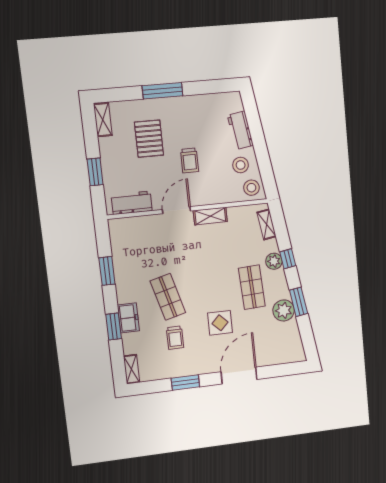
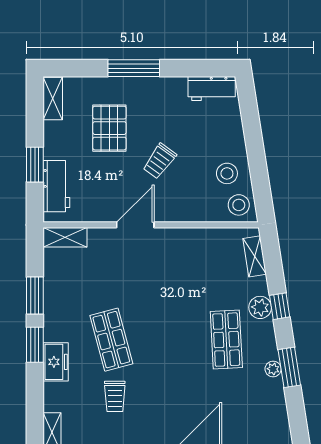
workbench: (240, 130) -> (212, 89), moved, turned -81
trolley: (190, 160) -> (159, 161), turned 36
workbench: (132, 203) -> (56, 186), moved, turned 90
shelving: (210, 216) -> (65, 237), moved
plant: (284, 310) -> (273, 369), width x0.53, depth x0.53
display table: (220, 323) -> (178, 383), removed
window: (114, 327) -> (35, 345), moved

